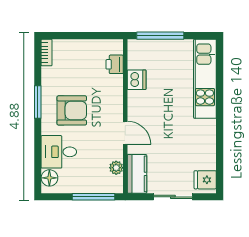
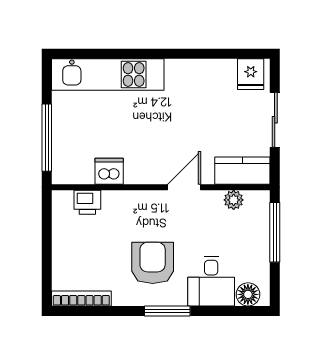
bookcase: (47, 52) -> (81, 299), width x1.56
window: (38, 102) -> (167, 311), moved

